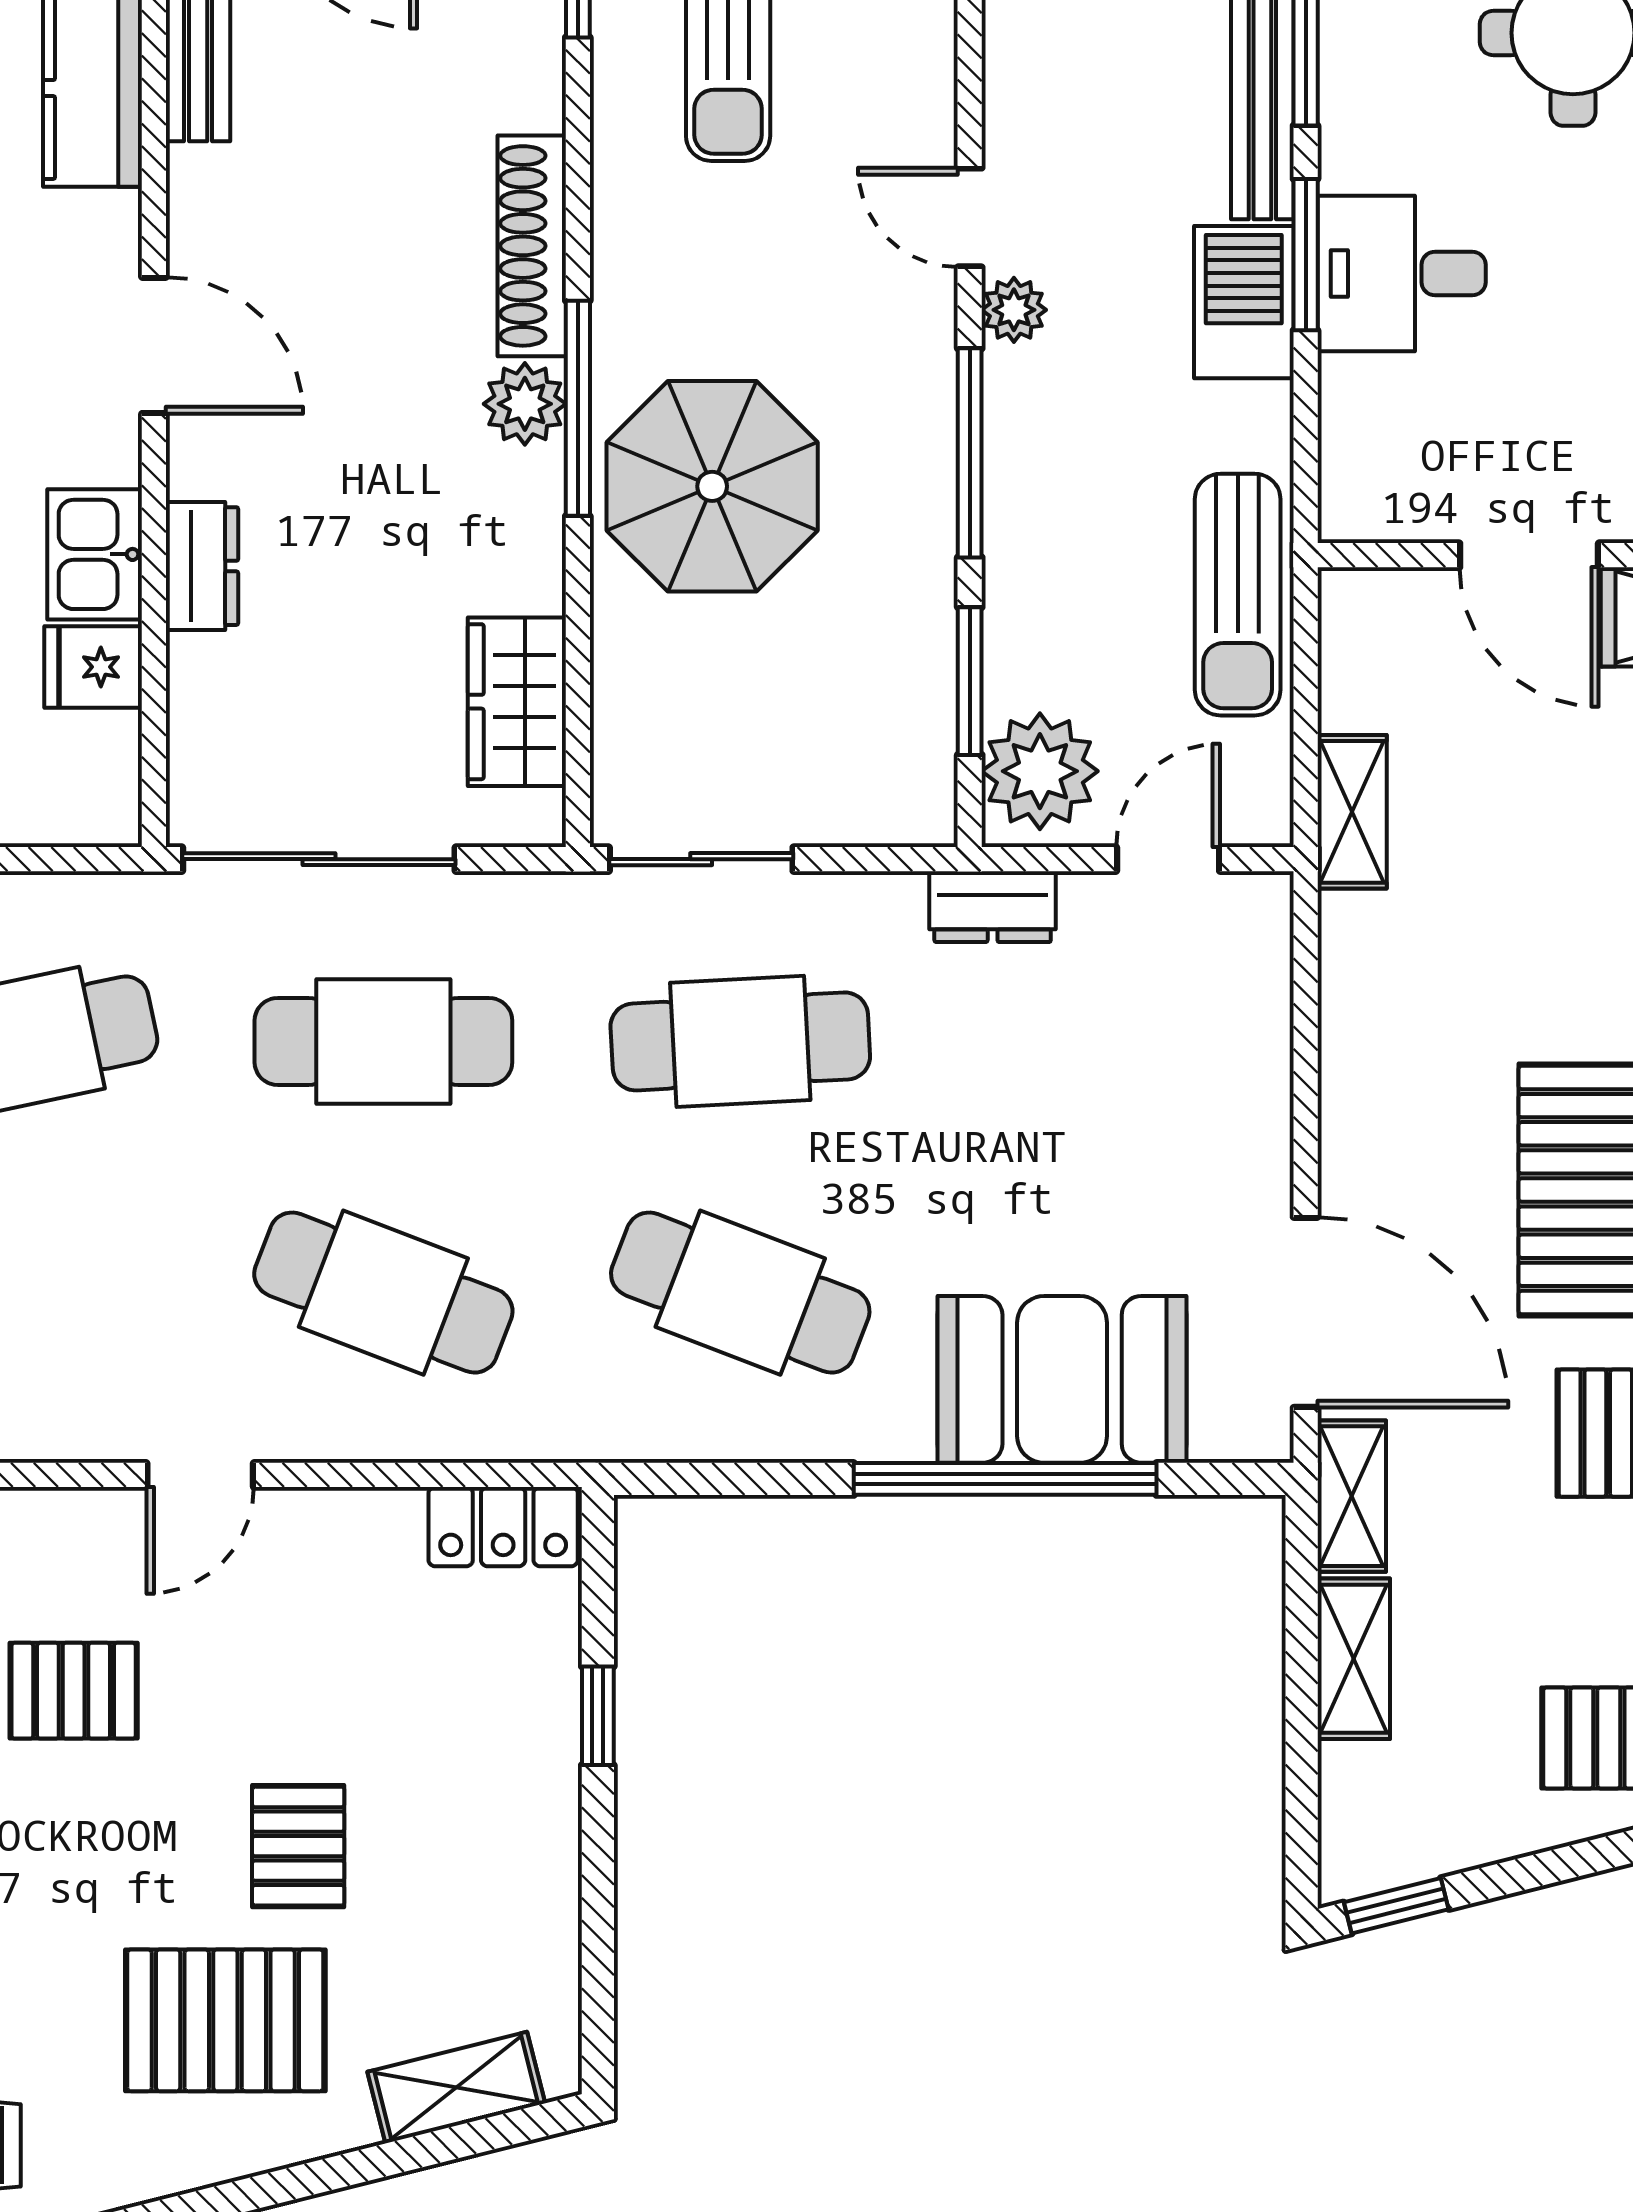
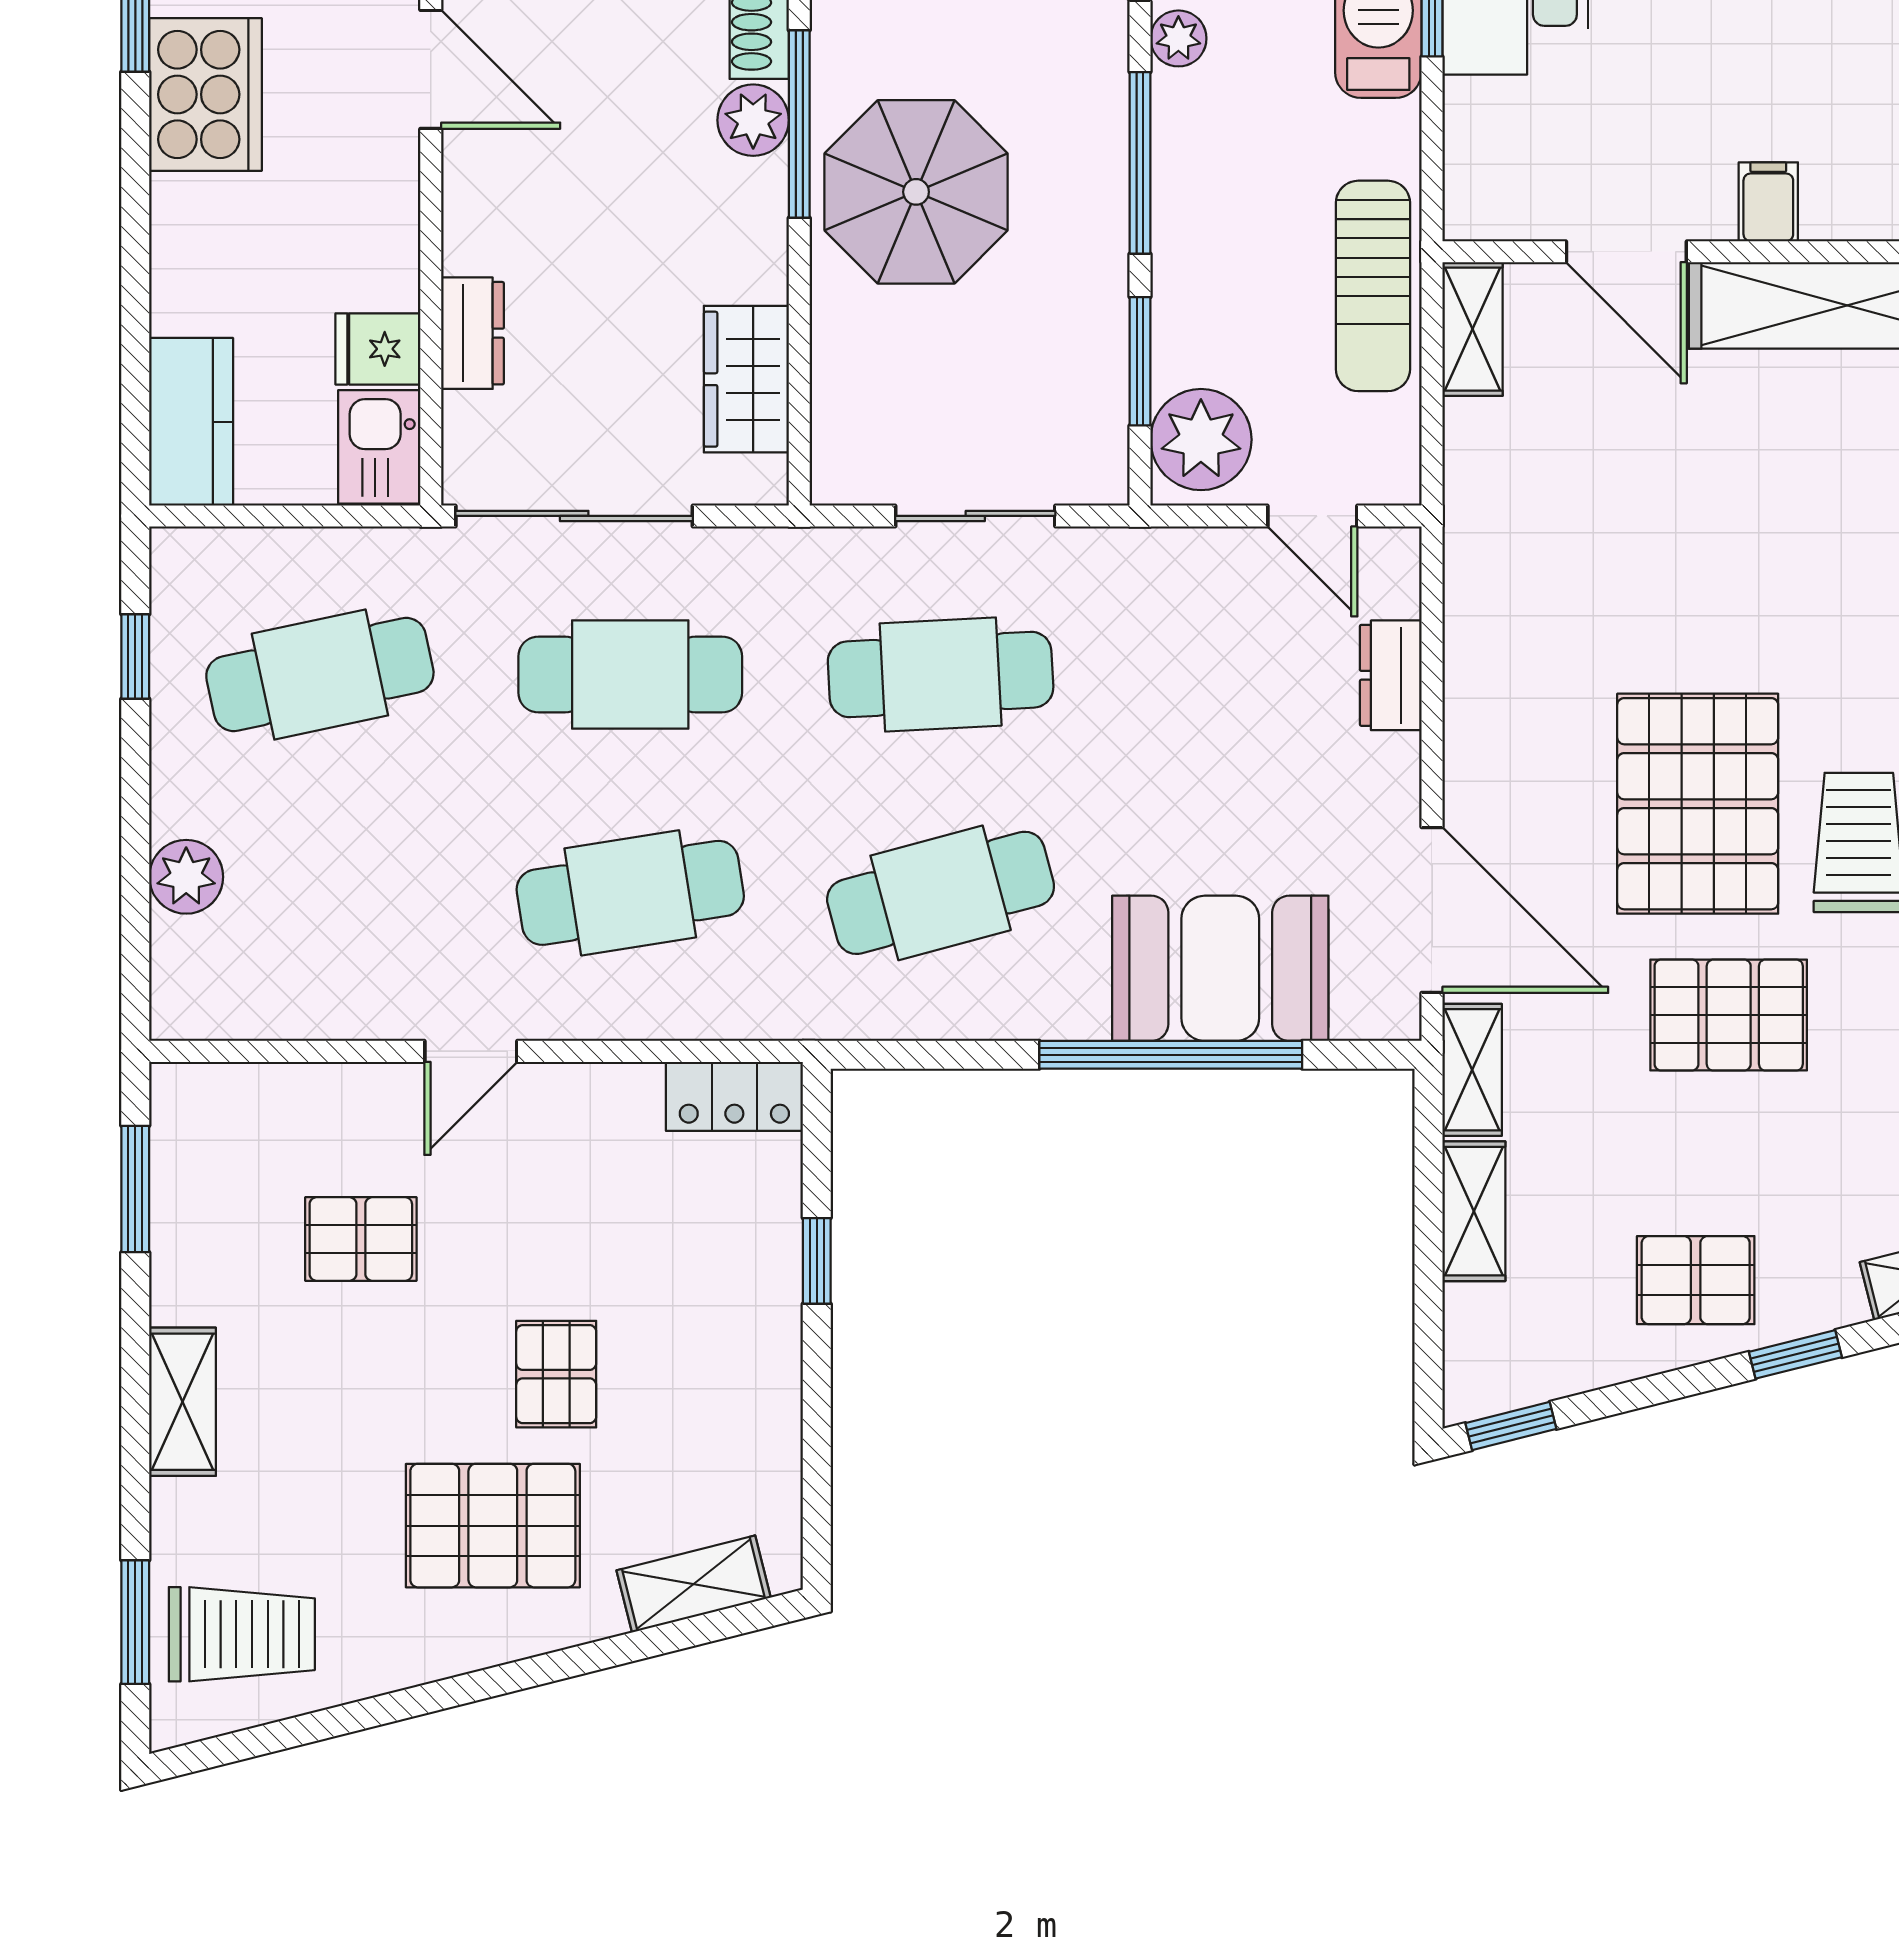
kitchen sink: (95, 554) -> (379, 447), moved
dresser: (202, 566) -> (473, 333), moved
shelving: (1352, 812) -> (1473, 329), moved
sliding door: (701, 859) -> (975, 516), moved
door: (1168, 859) -> (1312, 516), swing flipped
dresser: (993, 907) -> (1391, 675), moved, turned 90
cafe table: (383, 1293) -> (630, 893), turned -30
cafe table: (740, 1293) -> (941, 893), turned -36

